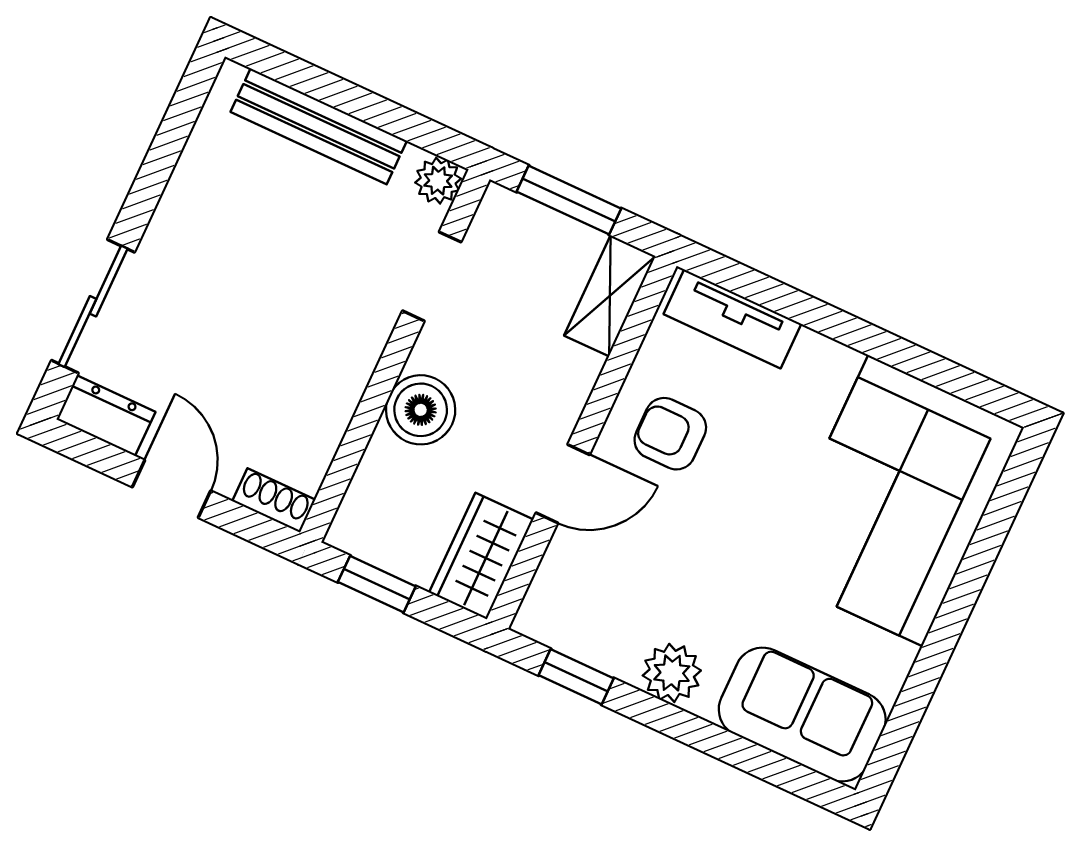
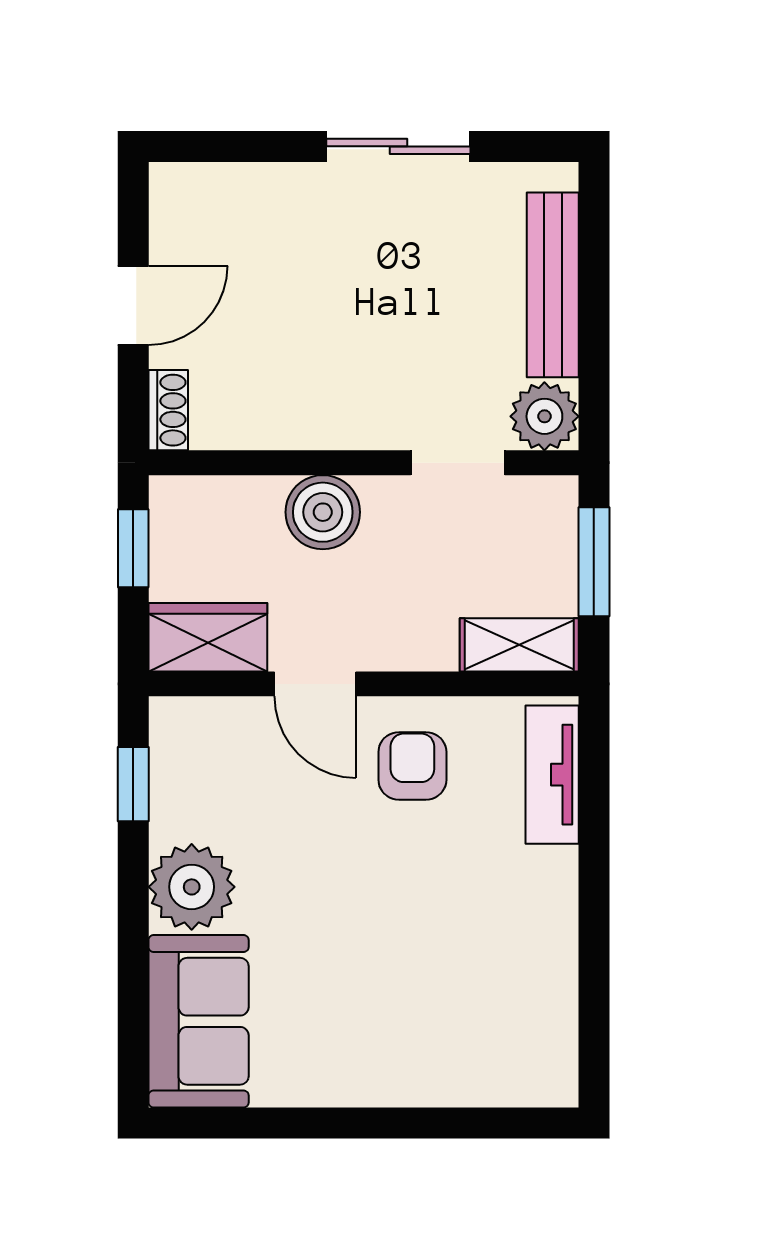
plant: (438, 181) -> (544, 416), width x1.38, depth x1.38
sliding door: (93, 306) -> (398, 146), moved
dresser: (106, 416) -> (175, 208), removed
corner sofa: (895, 501) -> (449, 1015), removed
plant: (672, 673) -> (192, 887), width x1.36, depth x1.36

